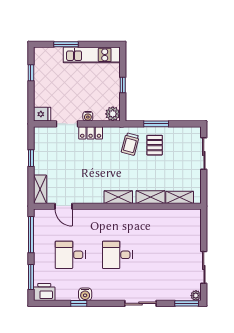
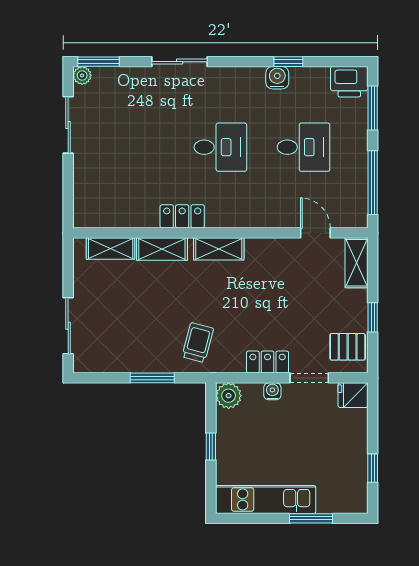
pallet: (155, 145) -> (348, 347), moved, turned 90
locker: (139, 216) -> (182, 216), added

